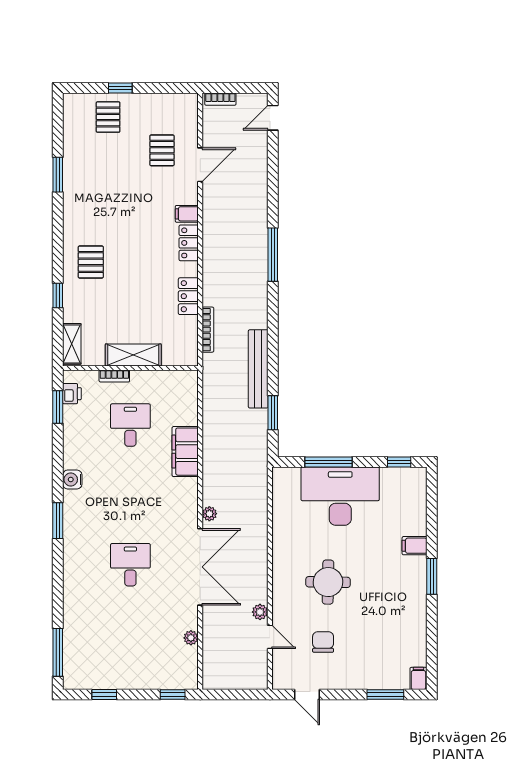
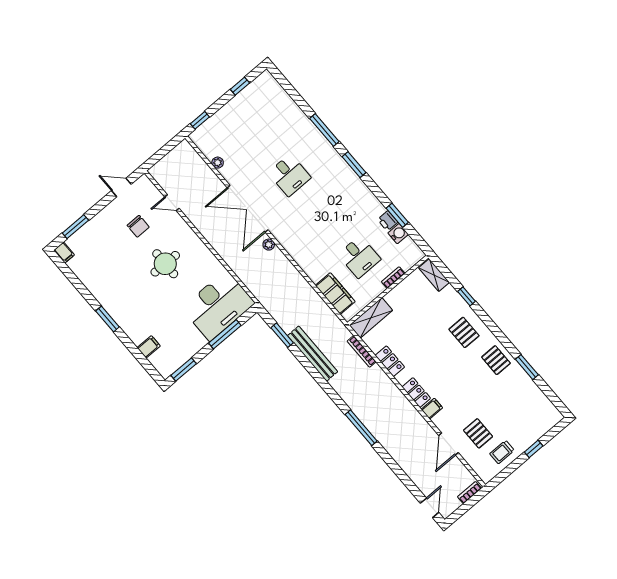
trolley: (154, 112) -> (502, 452), added
pallet: (108, 117) -> (496, 360), moved
shelving: (133, 355) -> (371, 318), moved
printer: (72, 394) -> (388, 221), moved
window: (58, 407) -> (397, 215), moved
filing cabinet: (185, 452) -> (335, 294), moved
window: (399, 462) -> (184, 369), width x1.50
water cooler: (72, 480) -> (398, 234), moved
desk: (340, 496) -> (218, 305), moved
filing cabinet: (415, 546) -> (149, 347), moved
plant: (260, 612) -> (190, 212), removed
window: (58, 652) -> (324, 130), moved

